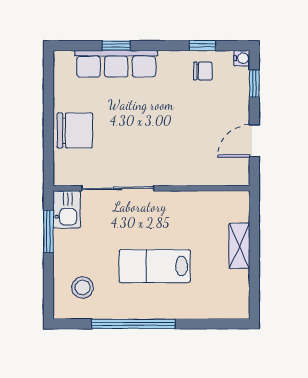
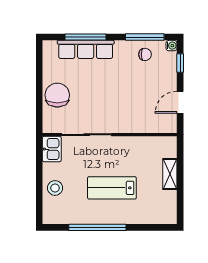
window: (116, 46) -> (86, 37), width x2.17
window: (203, 46) -> (145, 37), width x2.17
chair: (75, 130) -> (57, 95), turned -90
window: (48, 231) -> (39, 164), removed
stool: (83, 287) -> (55, 188), moved

